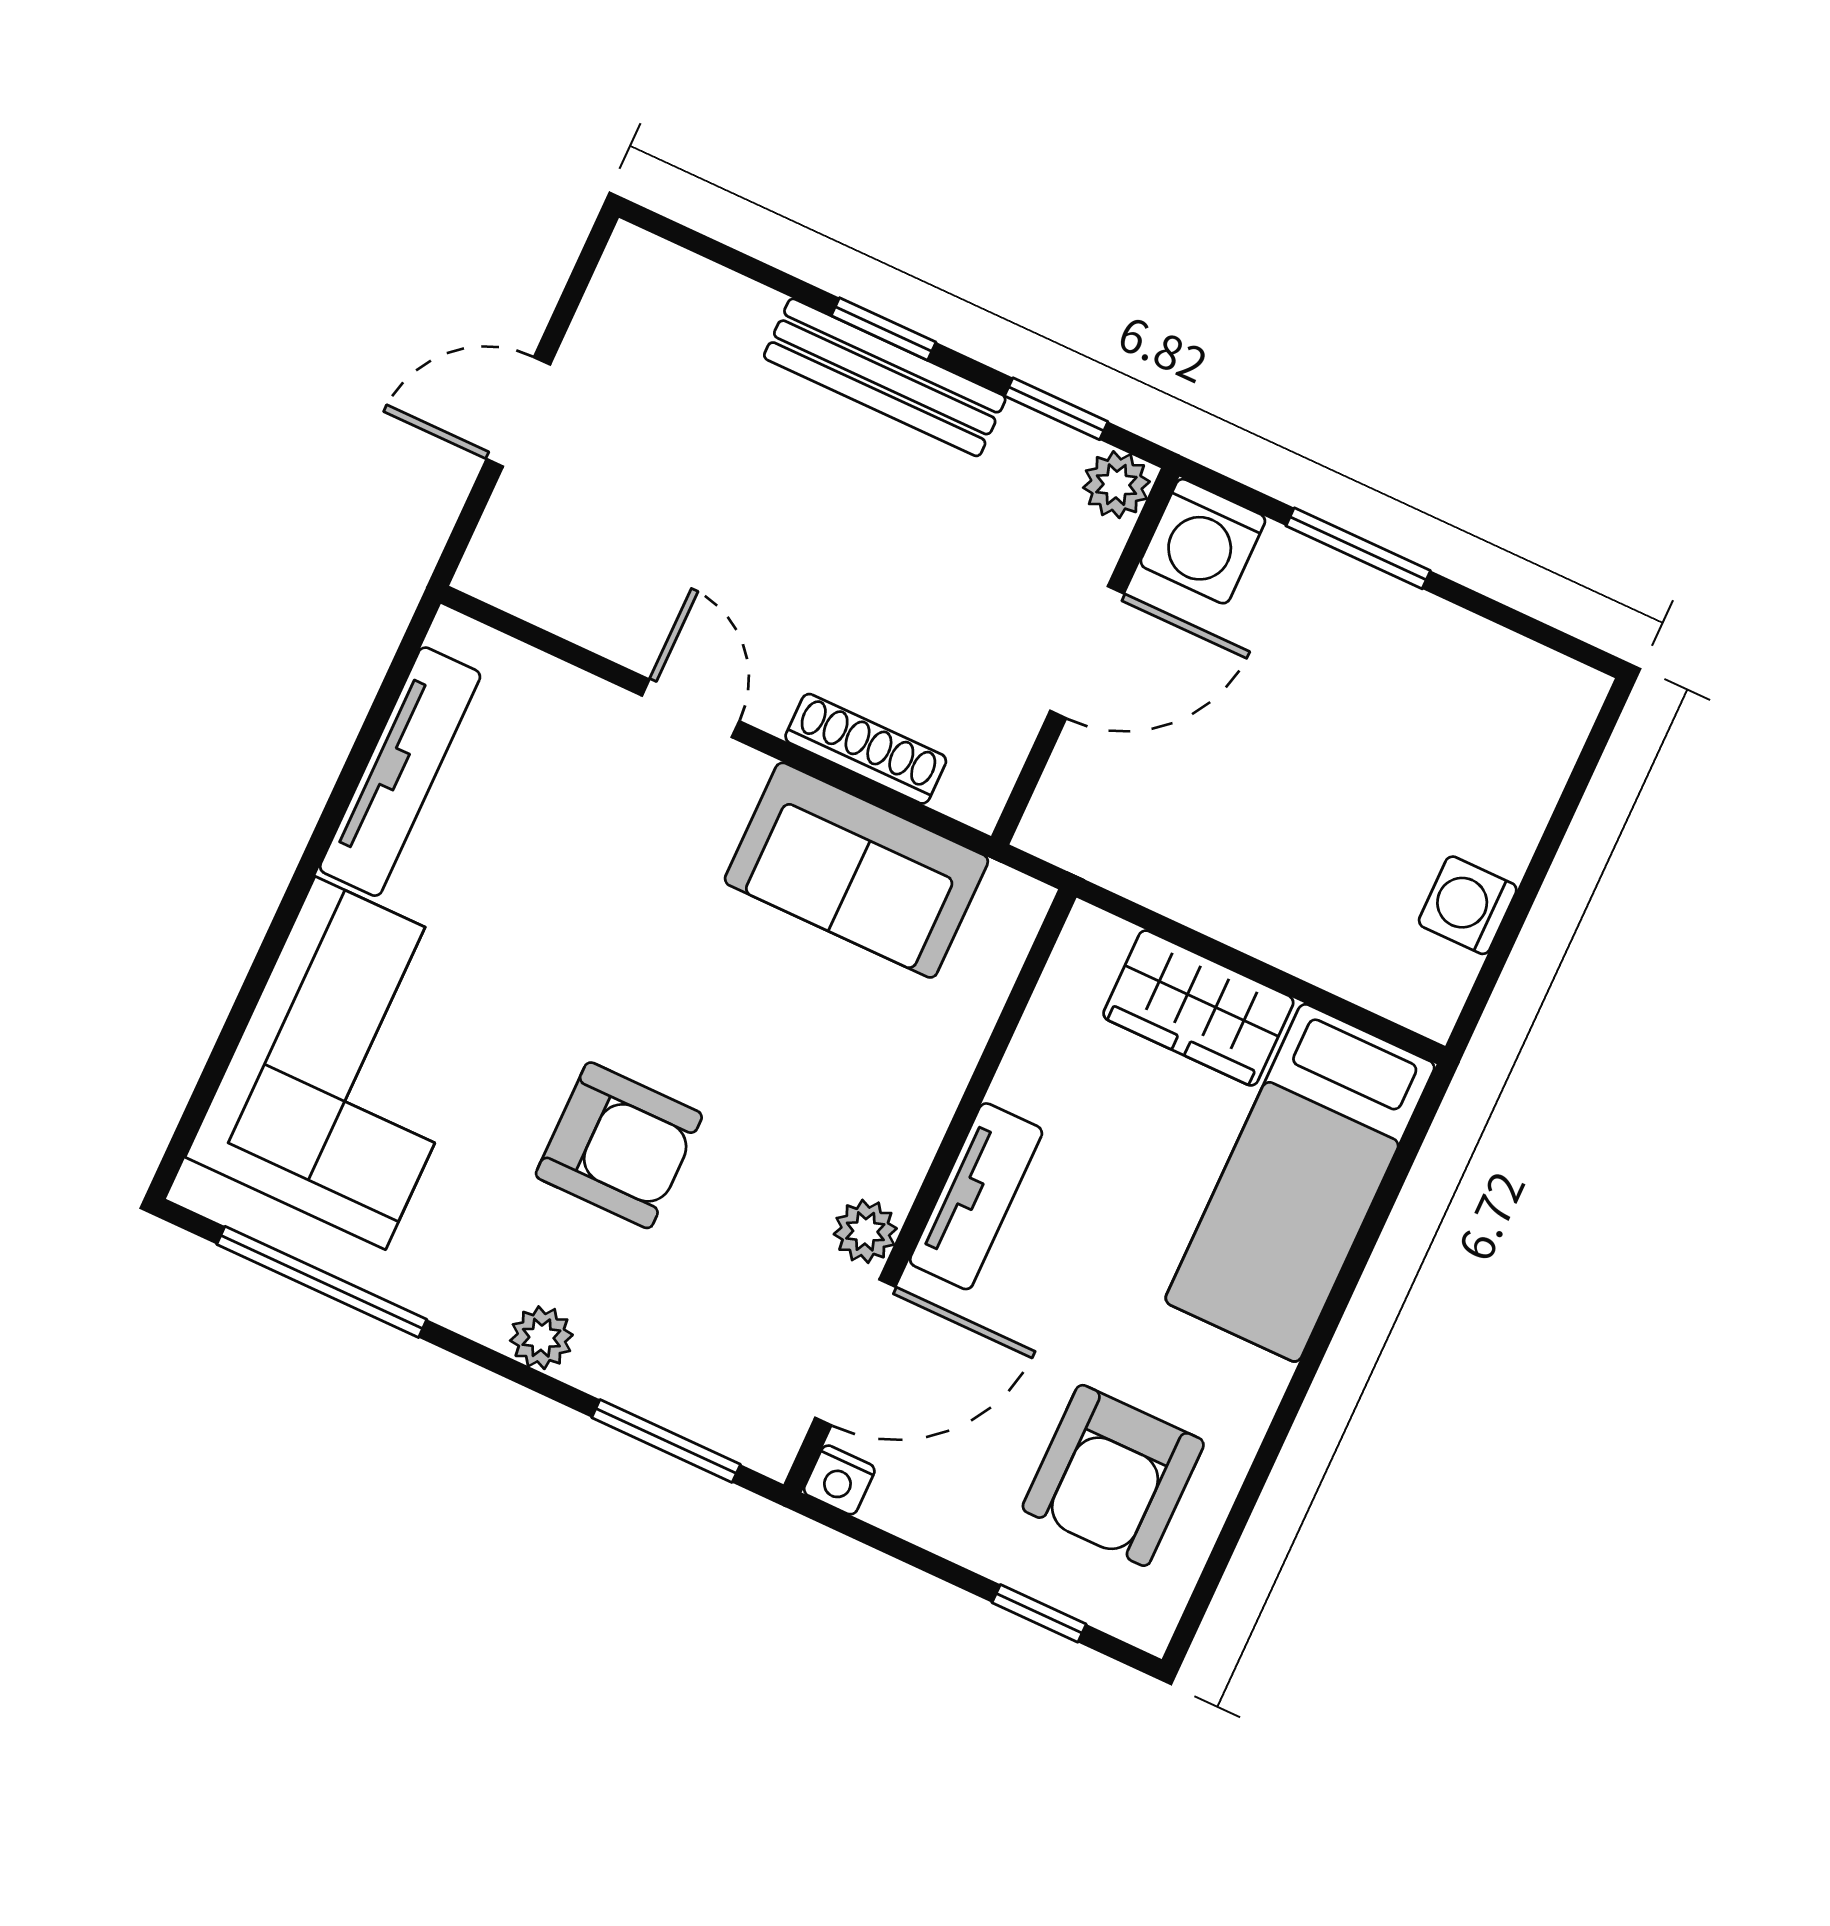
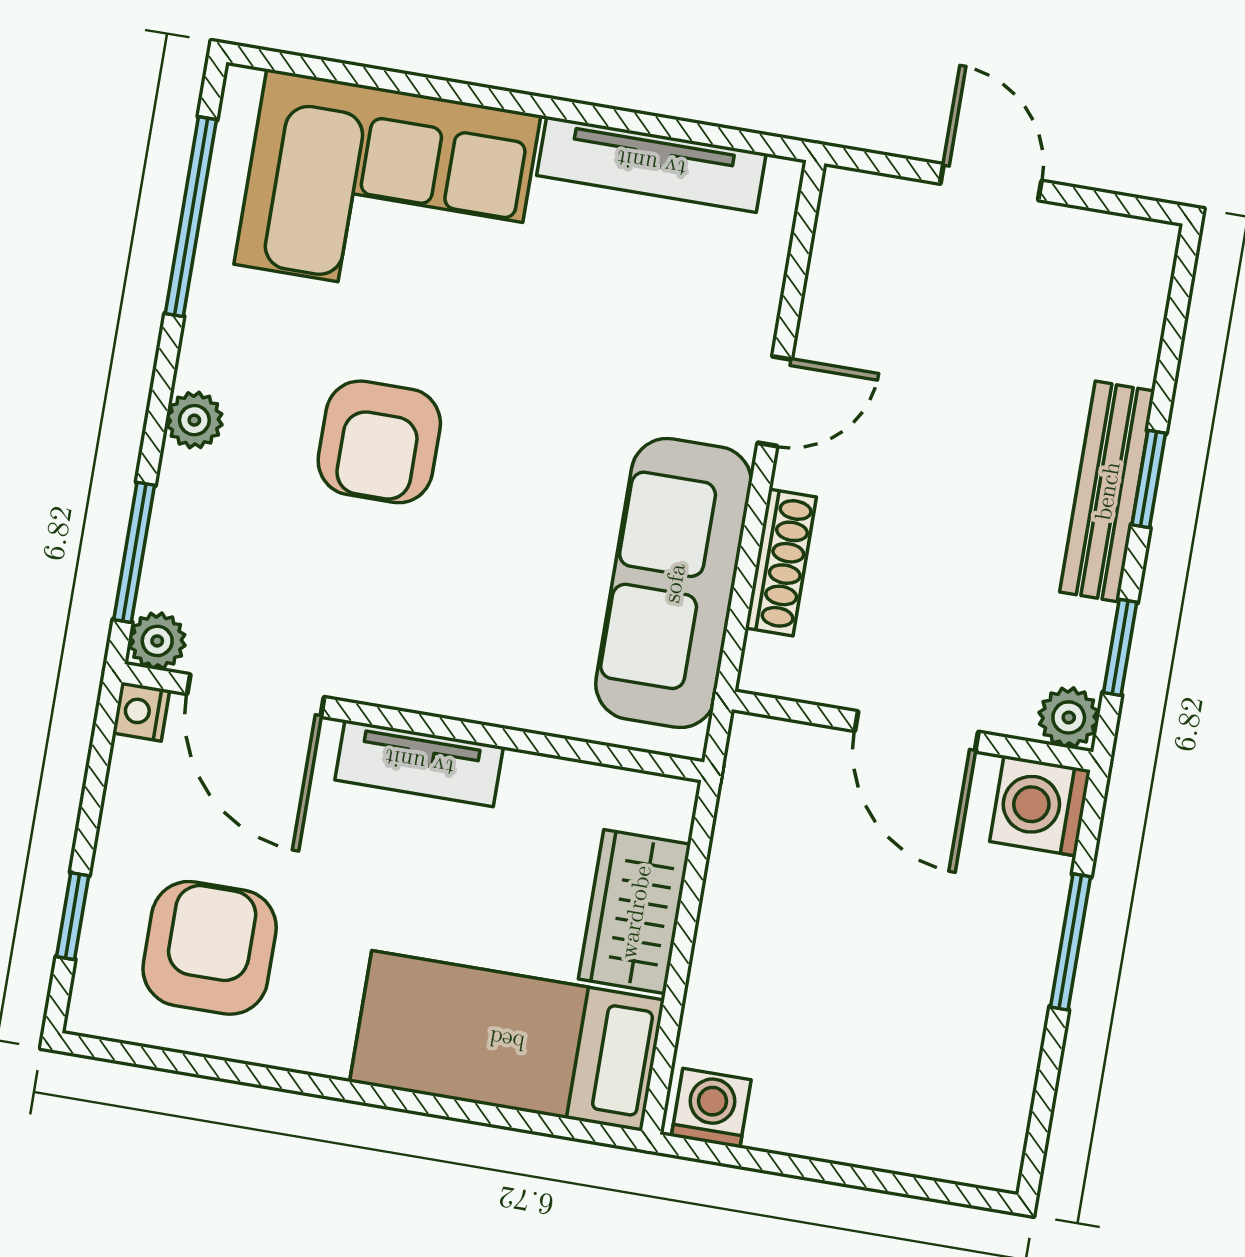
sofa: (856, 870) -> (674, 583), width x1.36
washing machine: (1468, 905) -> (711, 1108), moved
plant: (865, 1231) -> (157, 641), moved
armchair: (1113, 1475) -> (210, 948), turned 90

